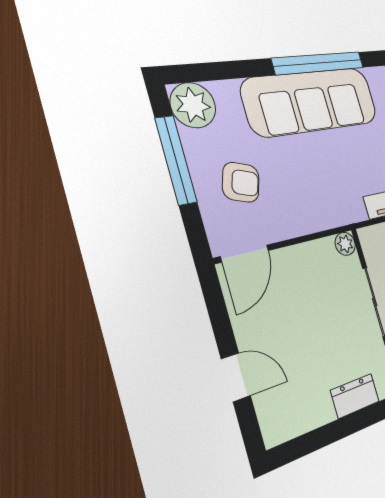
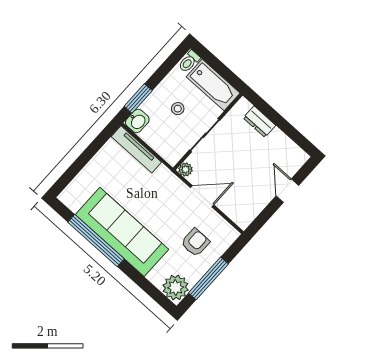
armchair: (241, 182) -> (195, 243), turned 72
door: (245, 254) -> (202, 196), moved

